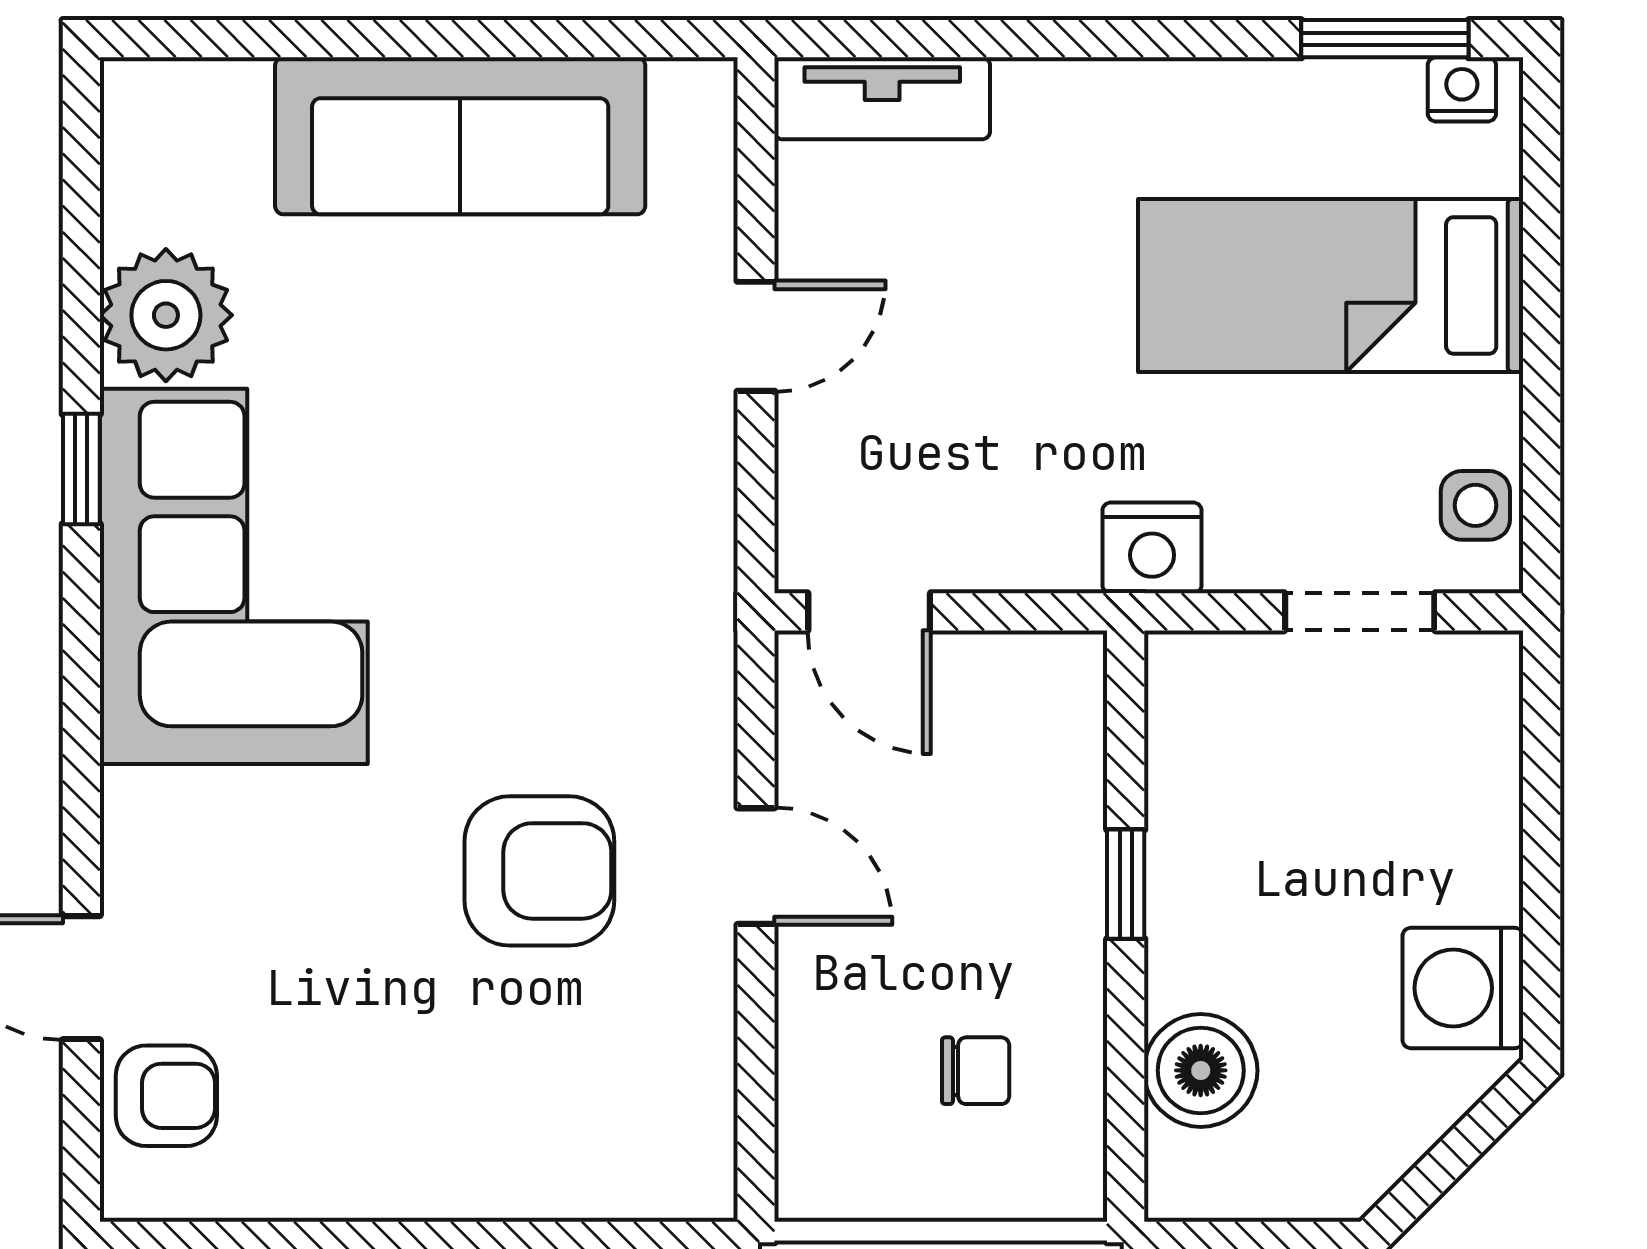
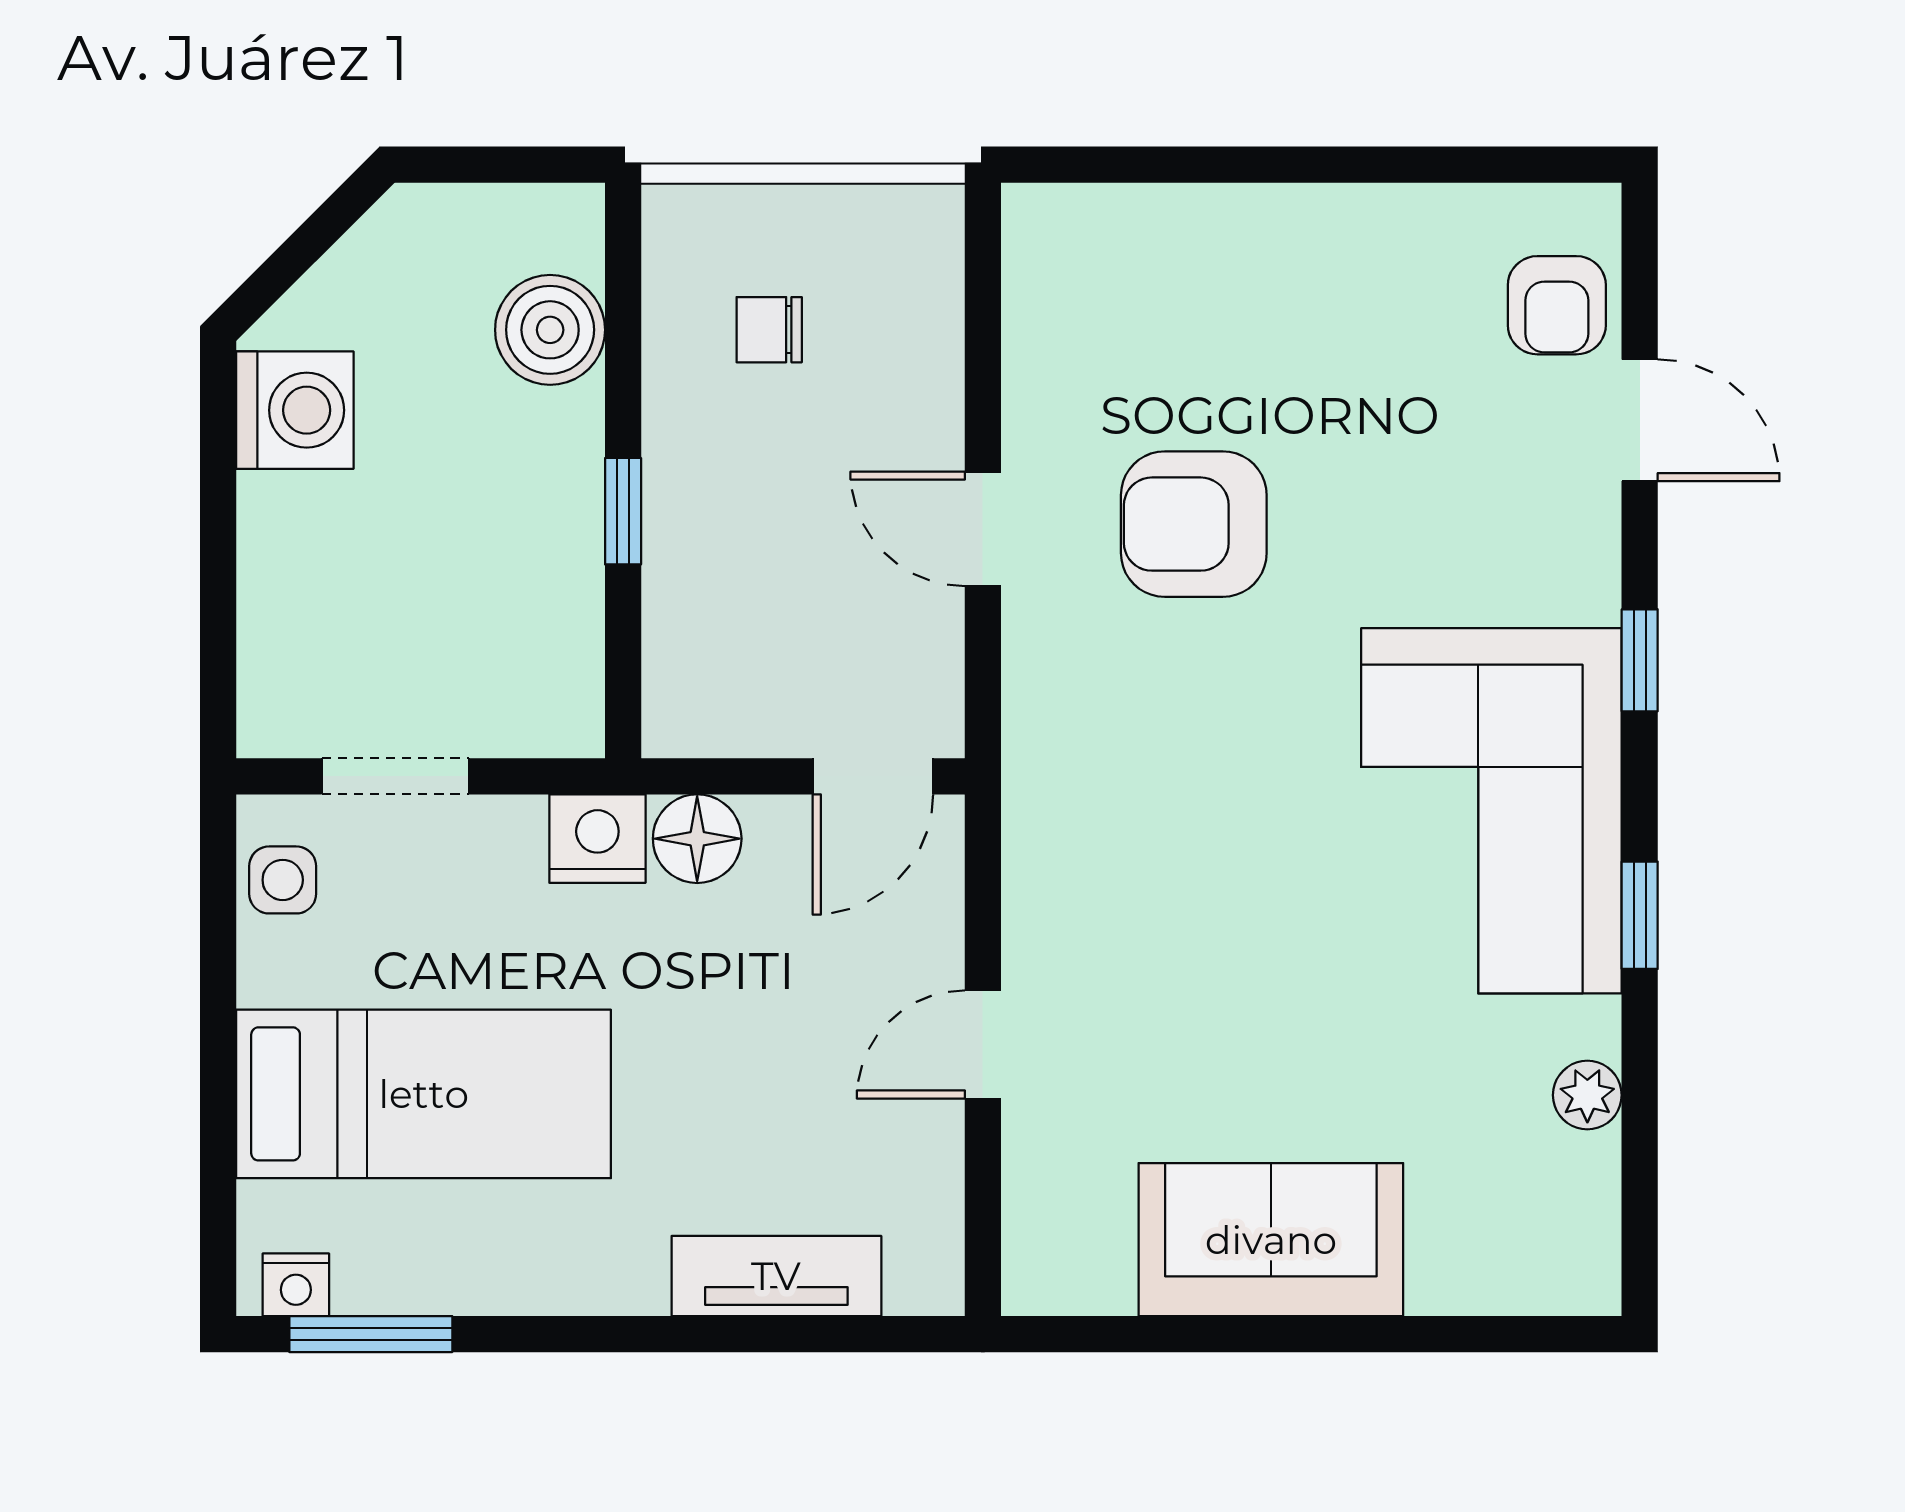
tv unit: (882, 98) -> (776, 1276), moved
sofa: (460, 136) -> (1271, 1240), width x0.73
plant: (166, 315) -> (1587, 1095), width x0.53, depth x0.53
floor lamp: (1050, 548) -> (697, 839), added
door: (869, 612) -> (873, 776), swing flipped
window: (81, 731) -> (1640, 660), added
armchair: (166, 1096) -> (1557, 305), turned -90

